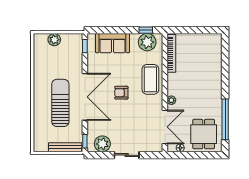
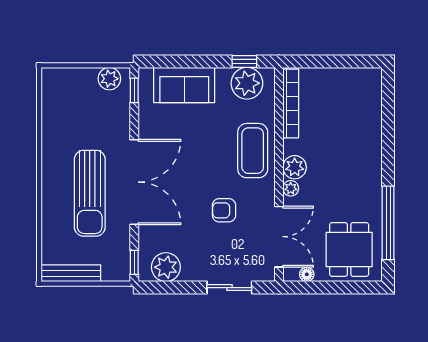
plant: (54, 40) -> (109, 79), moved
plant: (174, 89) -> (295, 167), added
armchair: (121, 93) -> (224, 210), moved
sun lounger: (60, 103) -> (90, 193), turned 180
bench: (65, 147) -> (71, 273), moved
sliding door: (127, 155) -> (229, 288), moved

